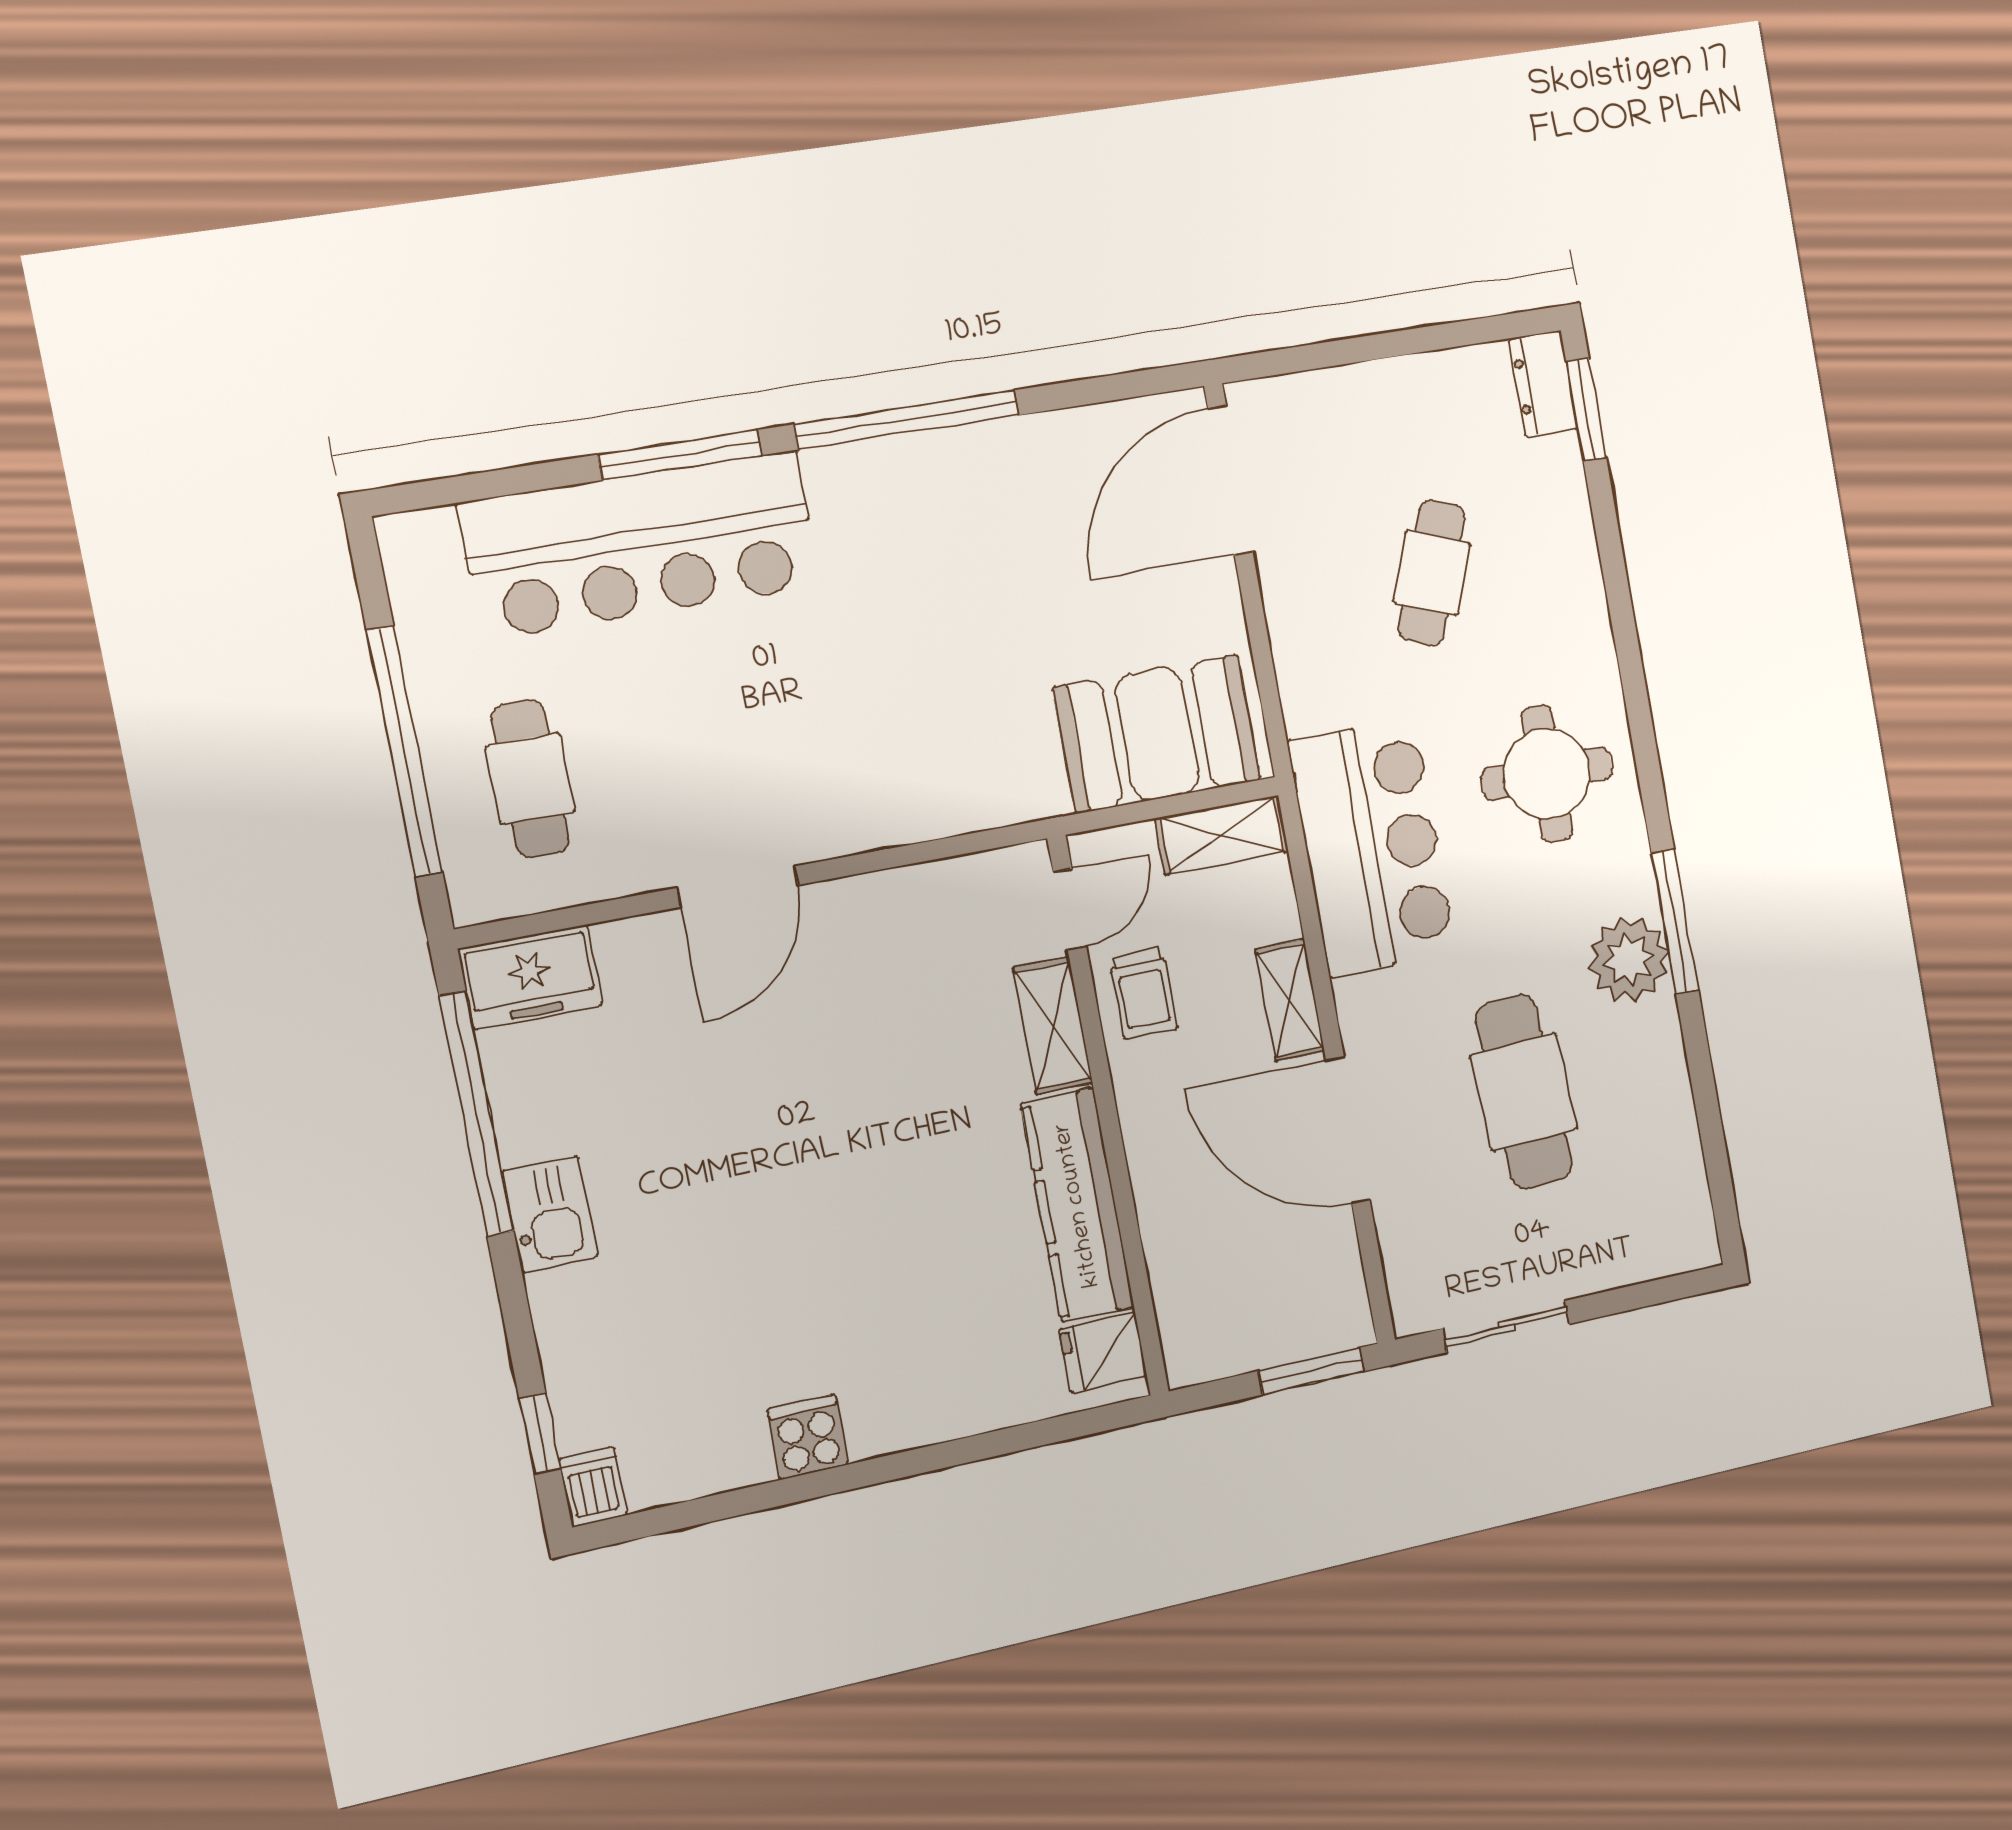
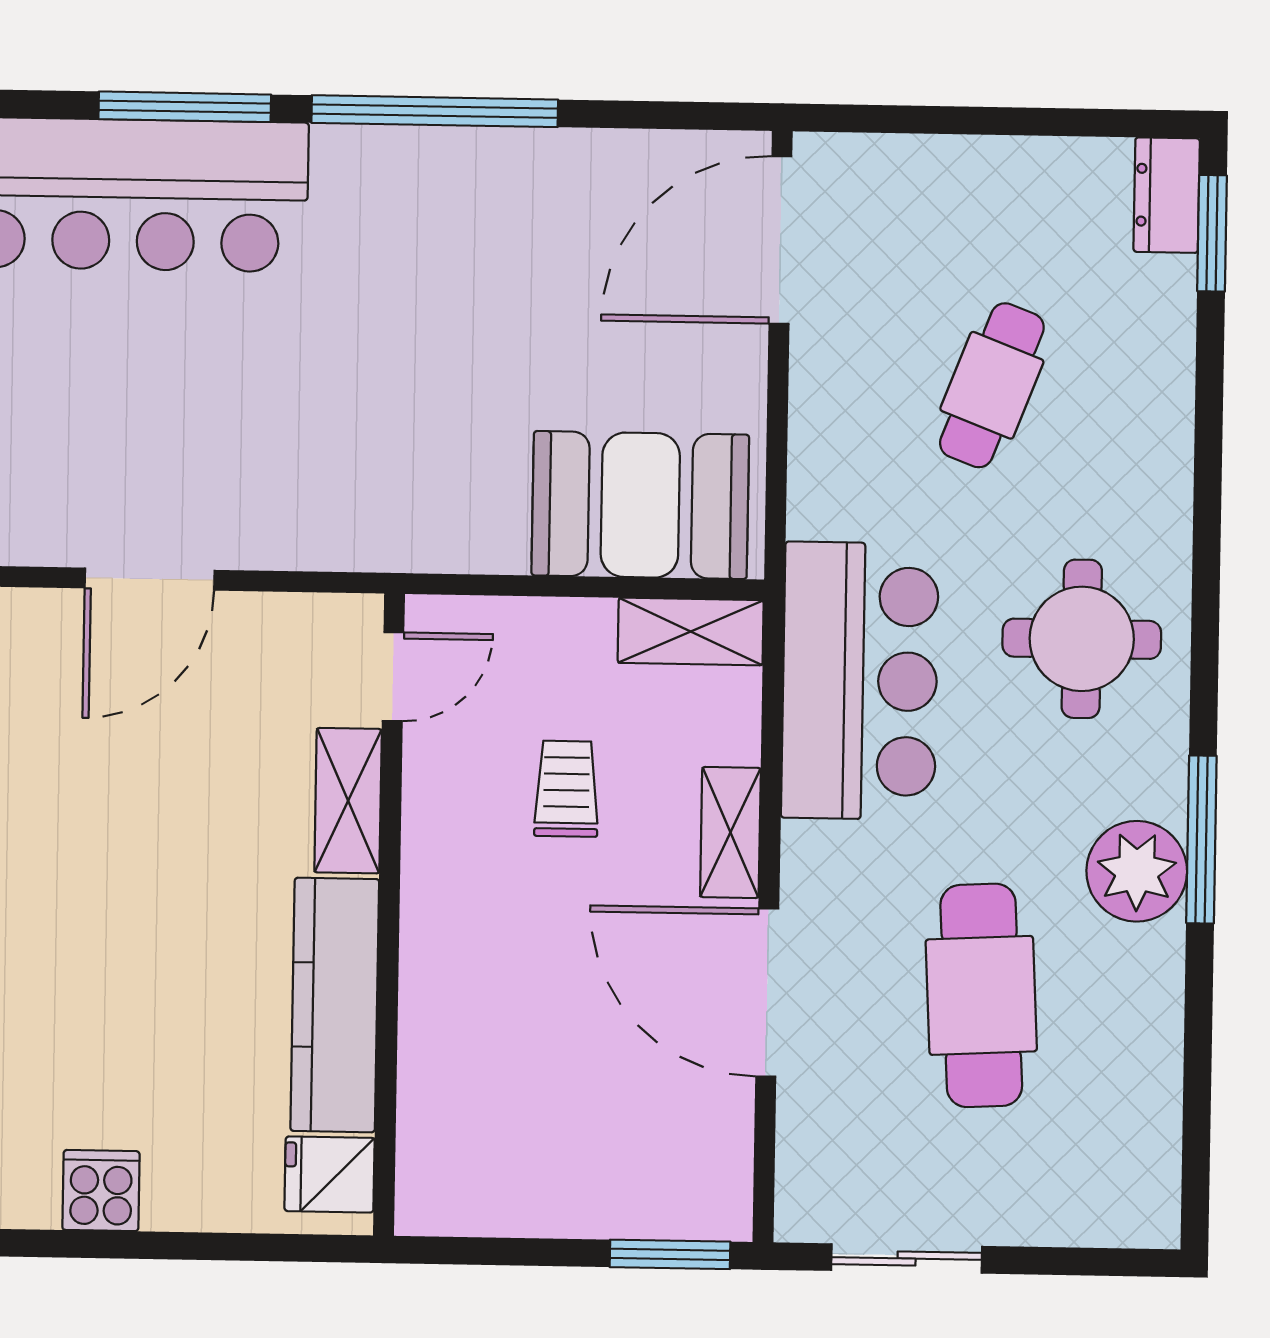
door: (1070, 909) -> (393, 677), moved
trolley: (1143, 993) -> (566, 789), turned 180
shelving: (1053, 1026) -> (348, 801), moved
wall: (1108, 1117) -> (389, 915), moved
kitchen counter: (1078, 1205) -> (335, 1005), moved
fridge: (1103, 1352) -> (330, 1174), moved

